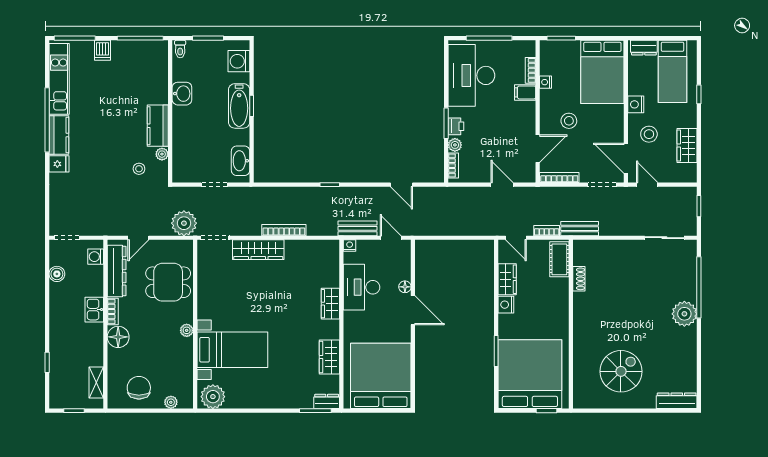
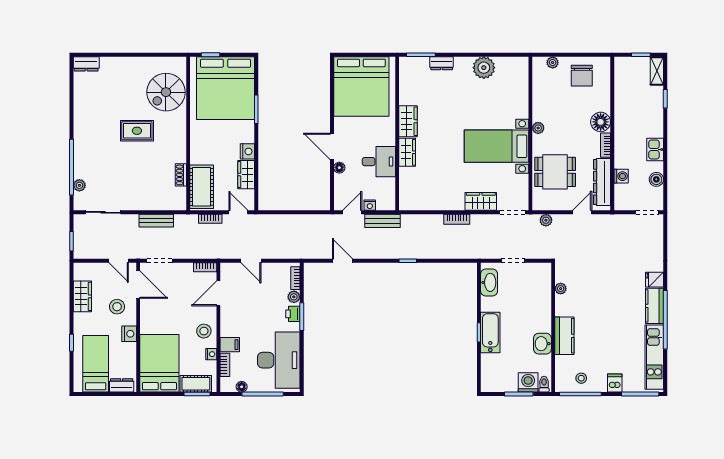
floor lamp: (512, 46) -> (242, 387), added
cot: (562, 50) -> (196, 384), added
washing machine: (239, 61) -> (528, 382), moved, turned -90
stool: (569, 121) -> (204, 331), moved
kitchen counter: (158, 126) -> (564, 336), moved
stool: (139, 169) -> (581, 378), moved
bookcase: (559, 178) -> (205, 267), width x0.64
plant: (184, 223) -> (546, 220), width x0.53, depth x0.53
bench: (580, 229) -> (156, 221), moved
bookcase: (284, 230) -> (457, 219), width x0.64
door: (391, 238) -> (352, 212), swing flipped
nightstand: (350, 246) -> (370, 205), moved
wardrobe: (258, 250) -> (481, 201), width x0.67
washing machine: (96, 257) -> (621, 176), moved
cot: (559, 259) -> (202, 187), width x1.37, depth x1.34
desk: (362, 287) -> (379, 162), width x0.73
kitchen sink: (94, 310) -> (655, 150), moved, turned 180
plant: (684, 314) -> (79, 185), moved, width x0.53, depth x0.53
rug: (627, 327) -> (137, 131), added
bed with nightstands: (232, 350) -> (497, 146), moved
wardrobe: (329, 357) -> (408, 121), moved
spiral stairs: (621, 371) -> (166, 92), moved
shelving: (96, 383) -> (657, 71), moved
plant: (213, 397) -> (484, 68), moved
dresser: (327, 401) -> (442, 63), moved
dresser: (677, 401) -> (86, 64), width x0.70

